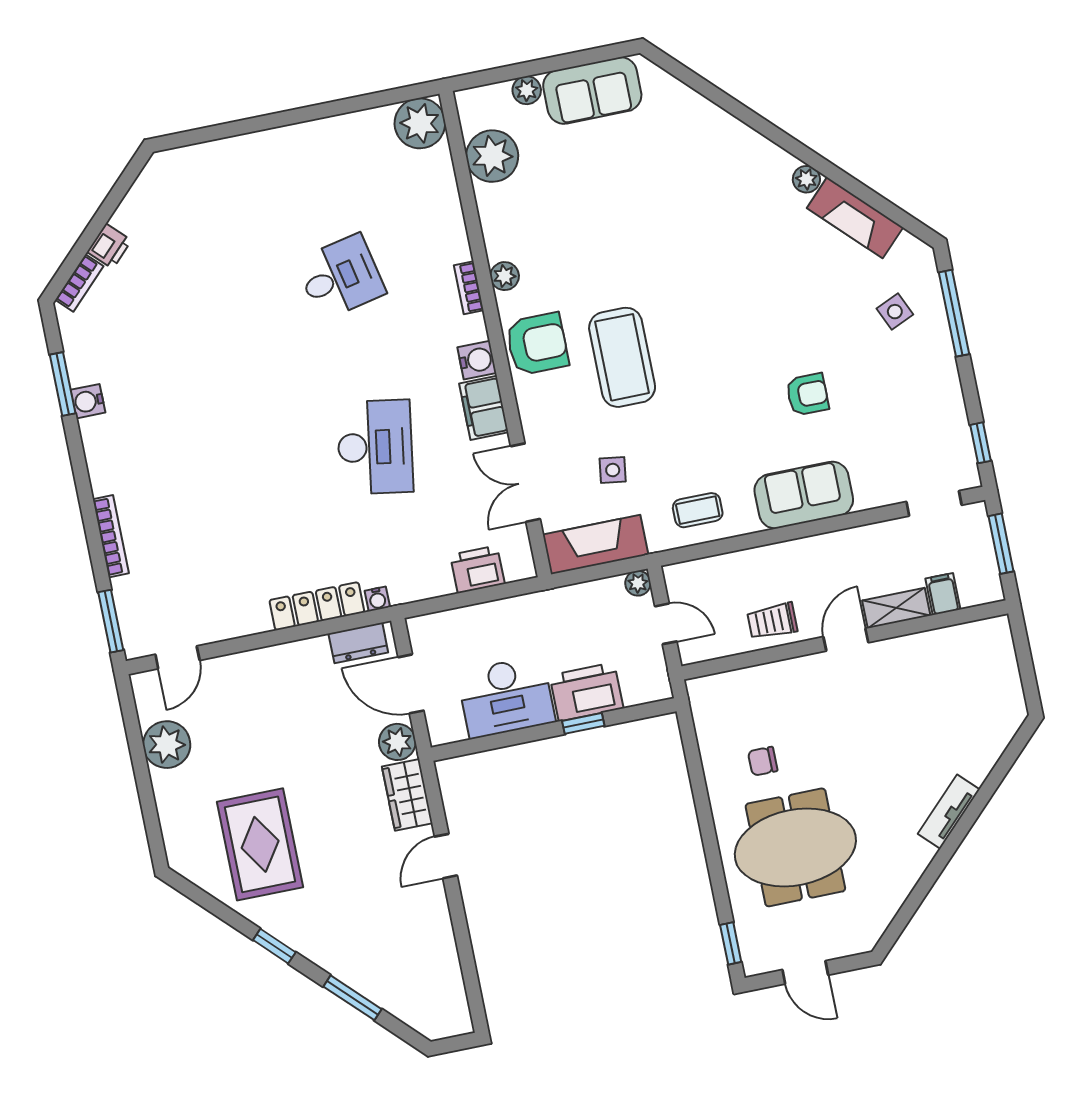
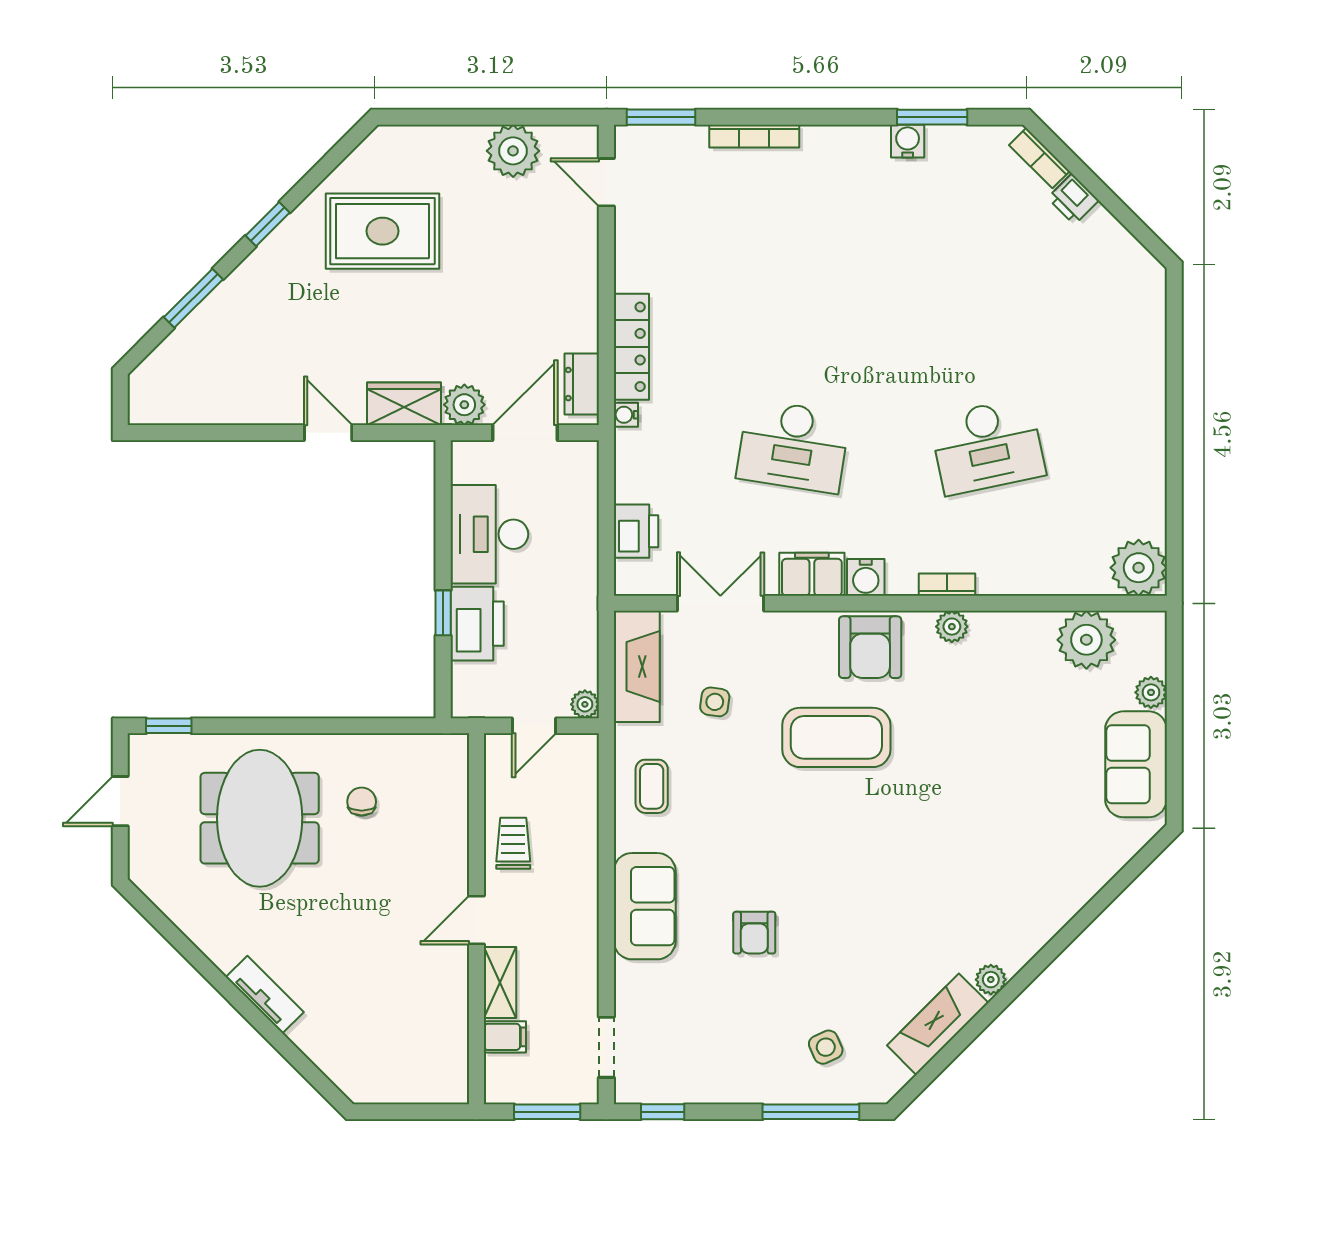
desk: (341, 277) -> (987, 446), width x1.37
door: (846, 640) -> (476, 920), swing flipped

